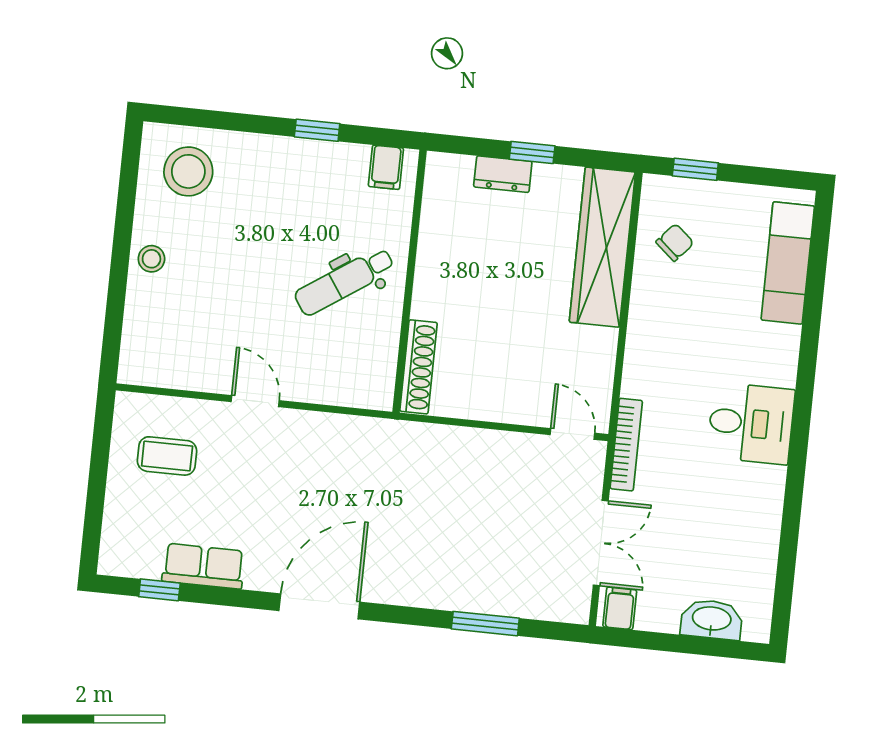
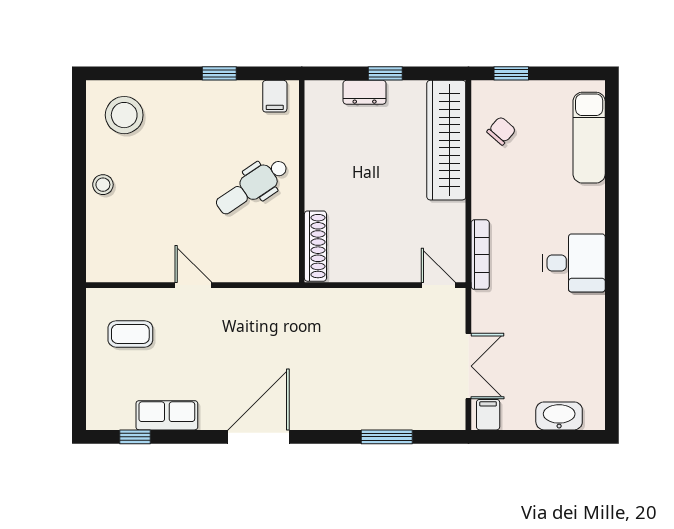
bookcase: (626, 445) -> (480, 255), moved

